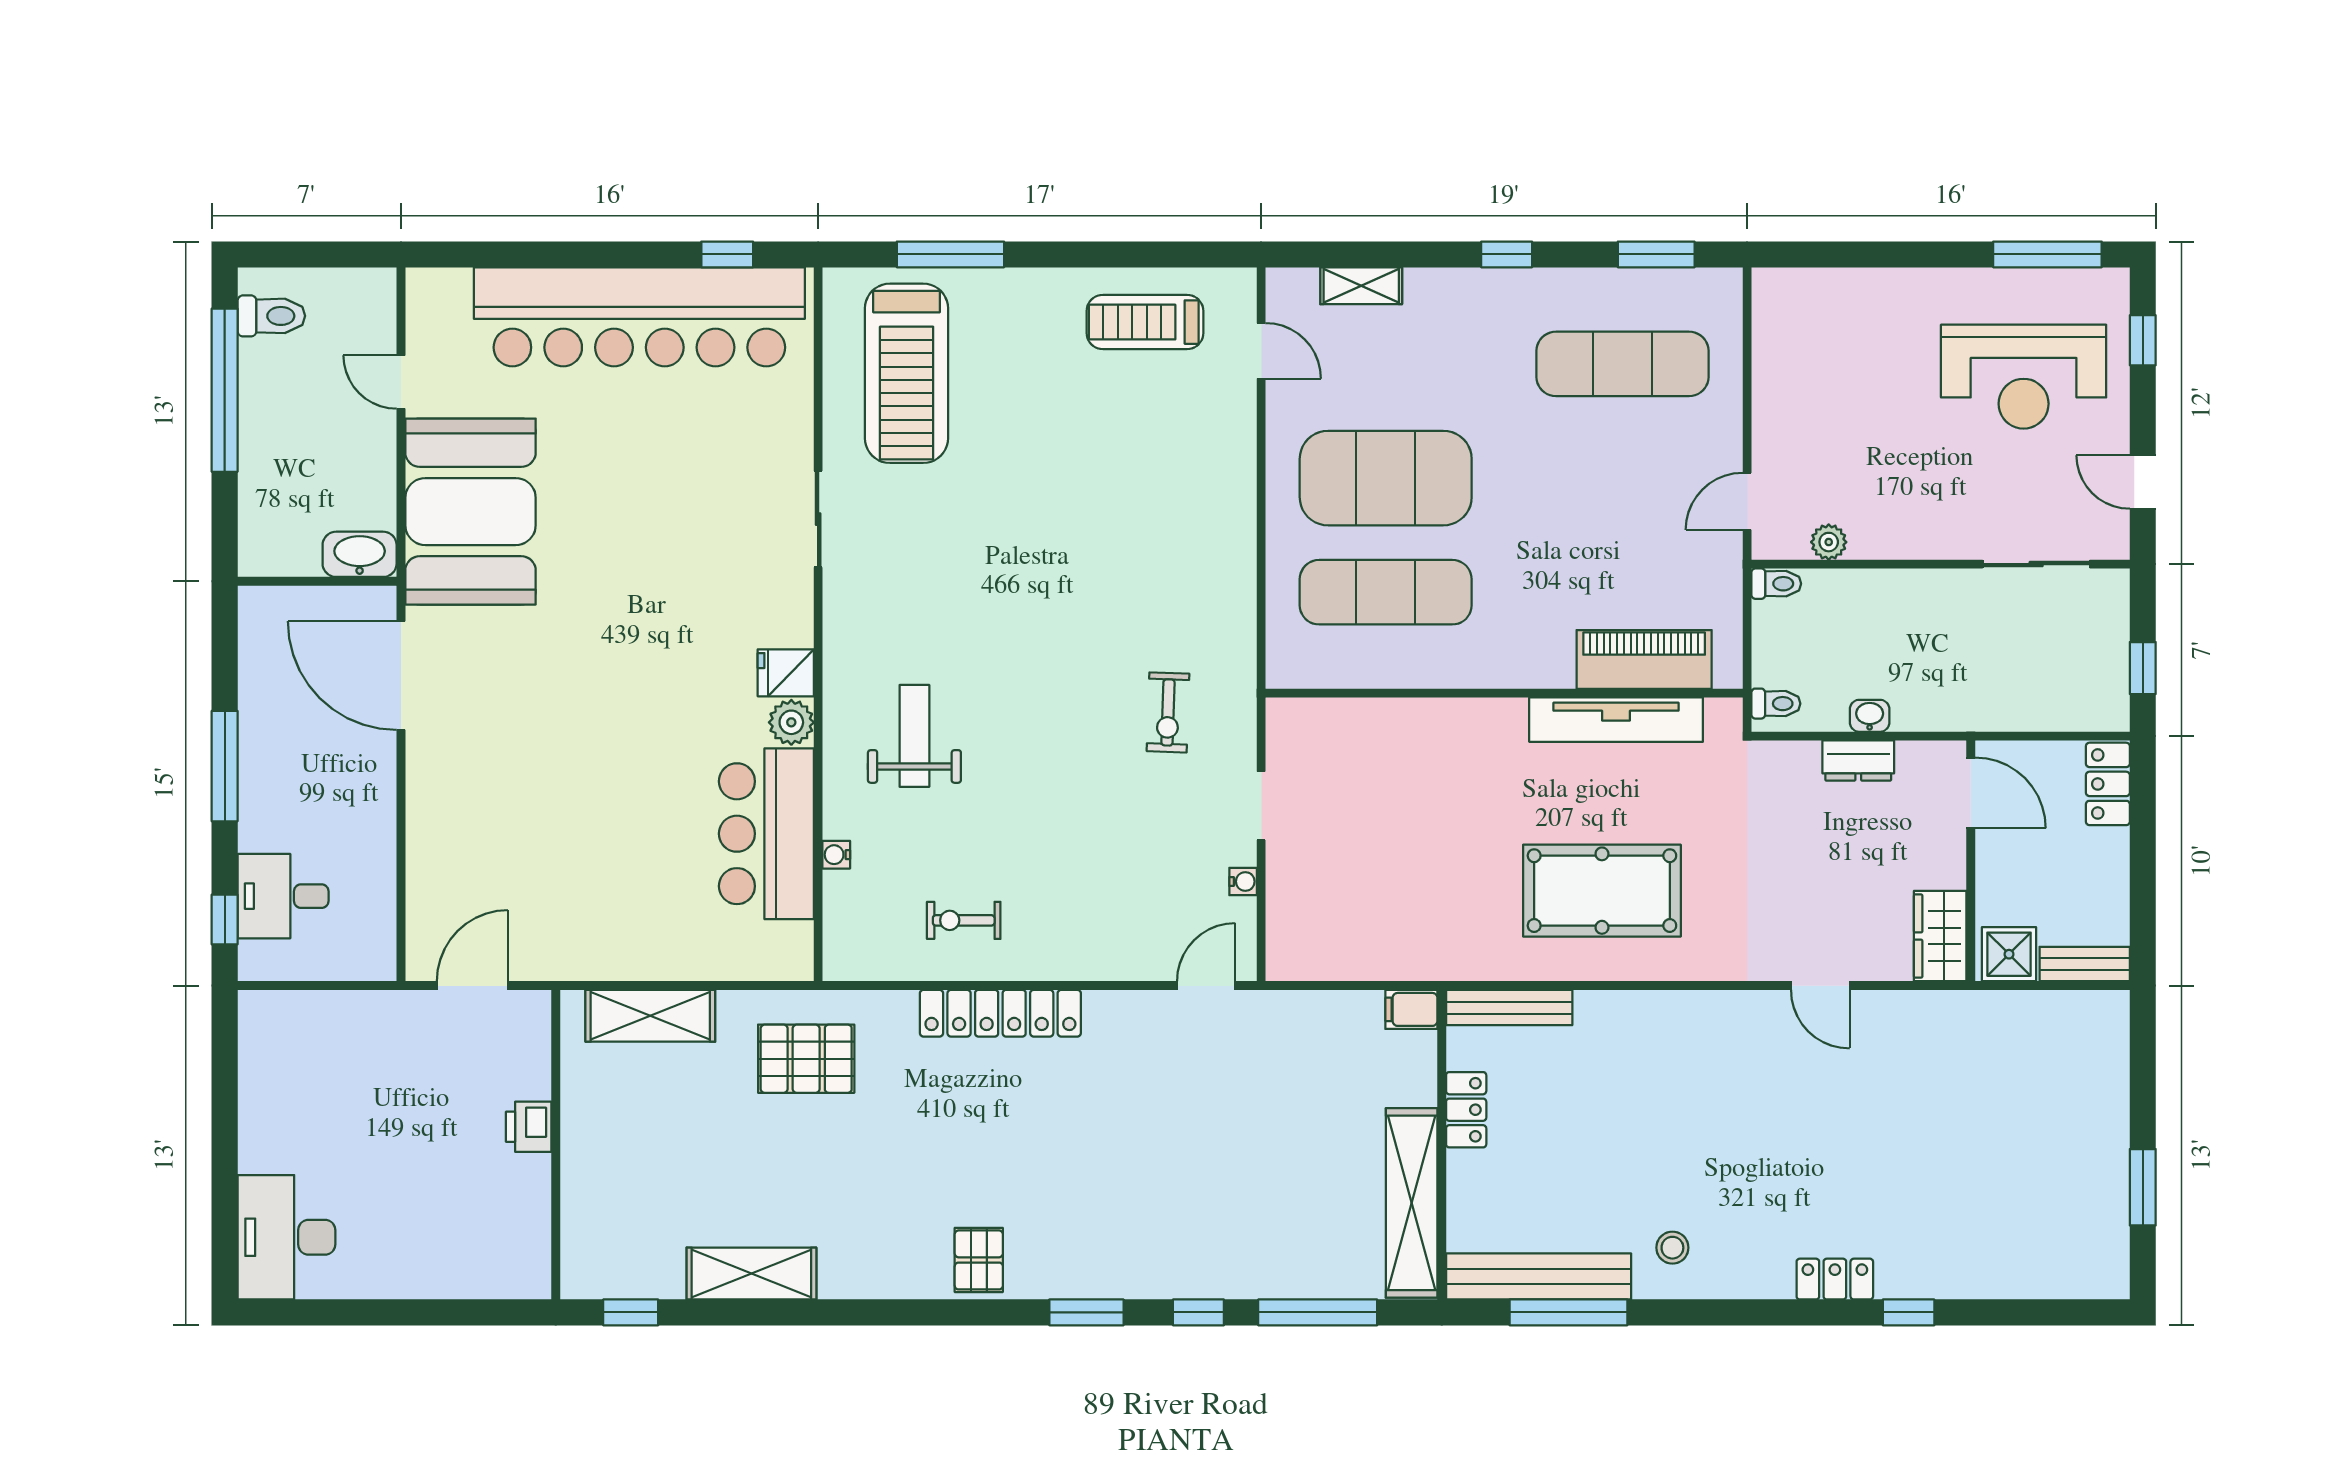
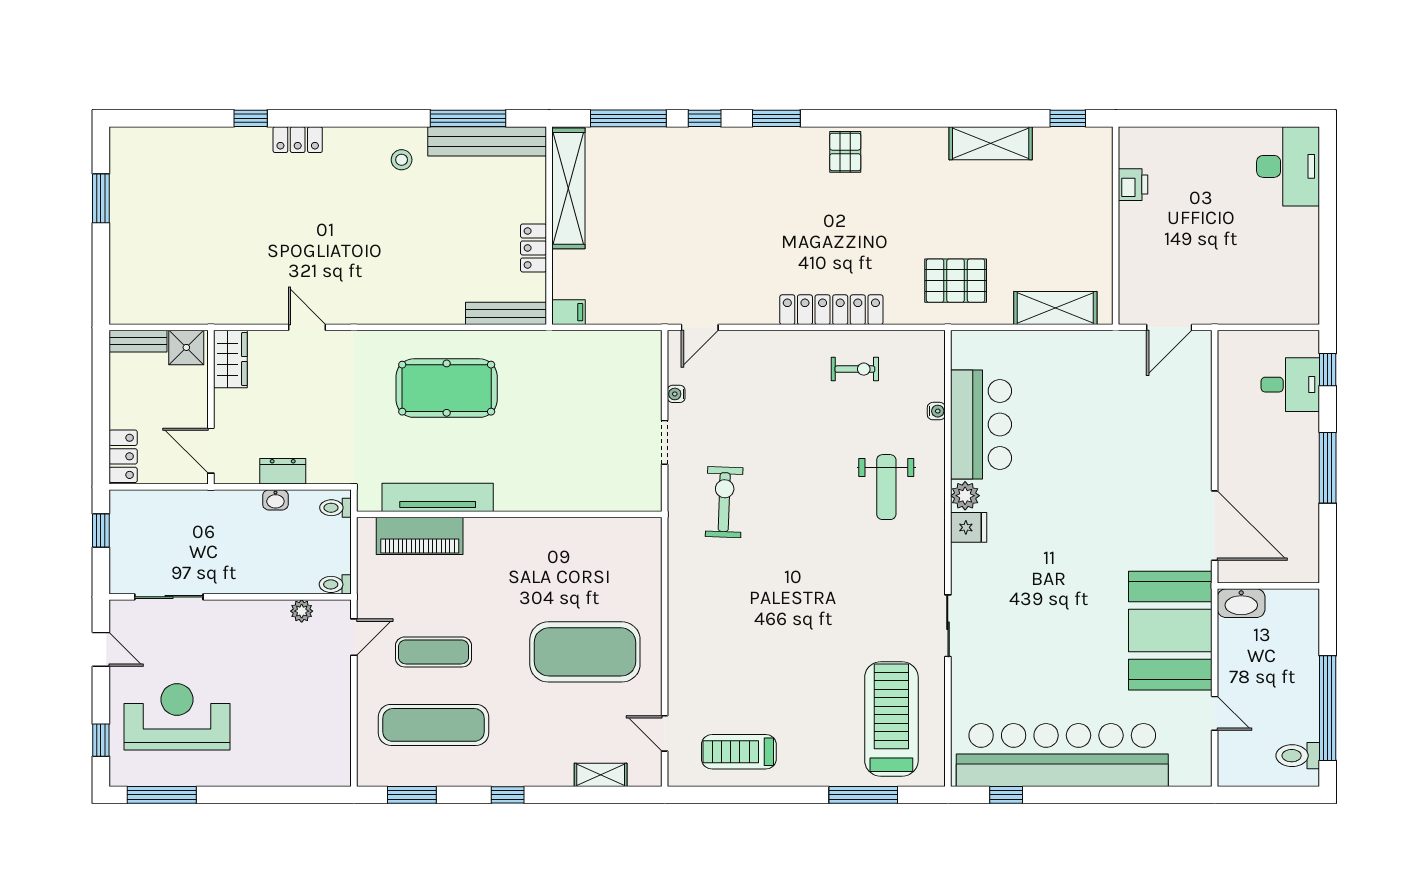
treadmill: (1145, 322) -> (739, 752), turned 180
exercise mat: (1386, 592) -> (433, 652), moved, width x0.73, depth x0.69
exercise bike: (1168, 712) -> (724, 502), width x1.38, depth x1.39
printer: (529, 1127) -> (1133, 185), moved

